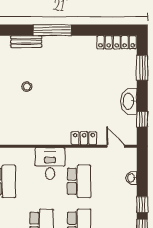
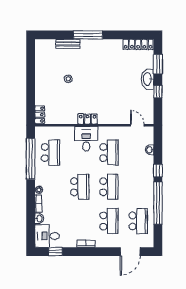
washbasin: (129, 101) -> (148, 79), moved
window: (142, 119) -> (158, 92), moved
locker: (84, 138) -> (88, 119), moved

